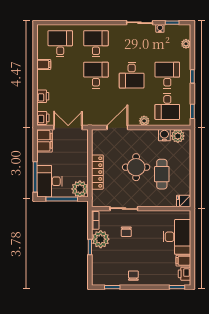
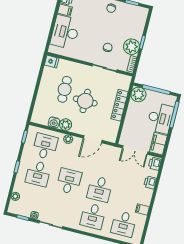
plant: (178, 136) -> (66, 125), moved
desk: (49, 181) -> (160, 118), moved

